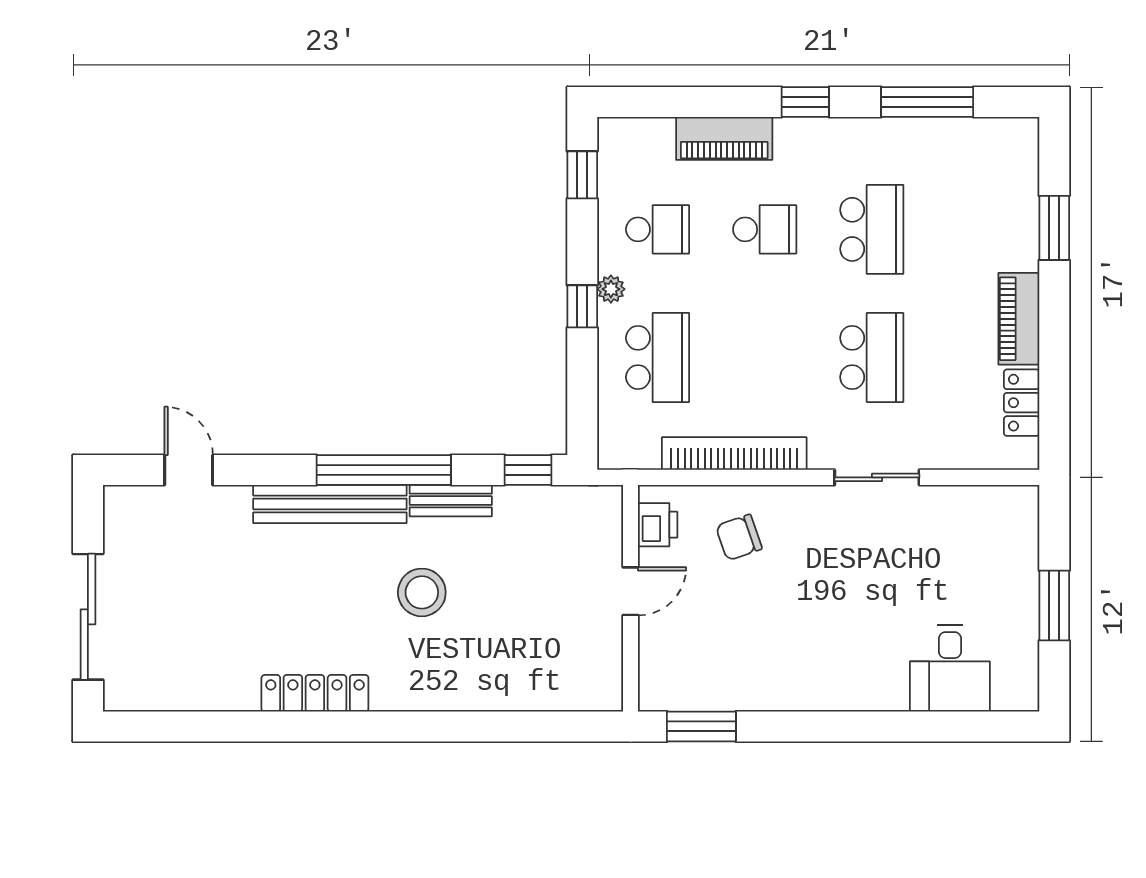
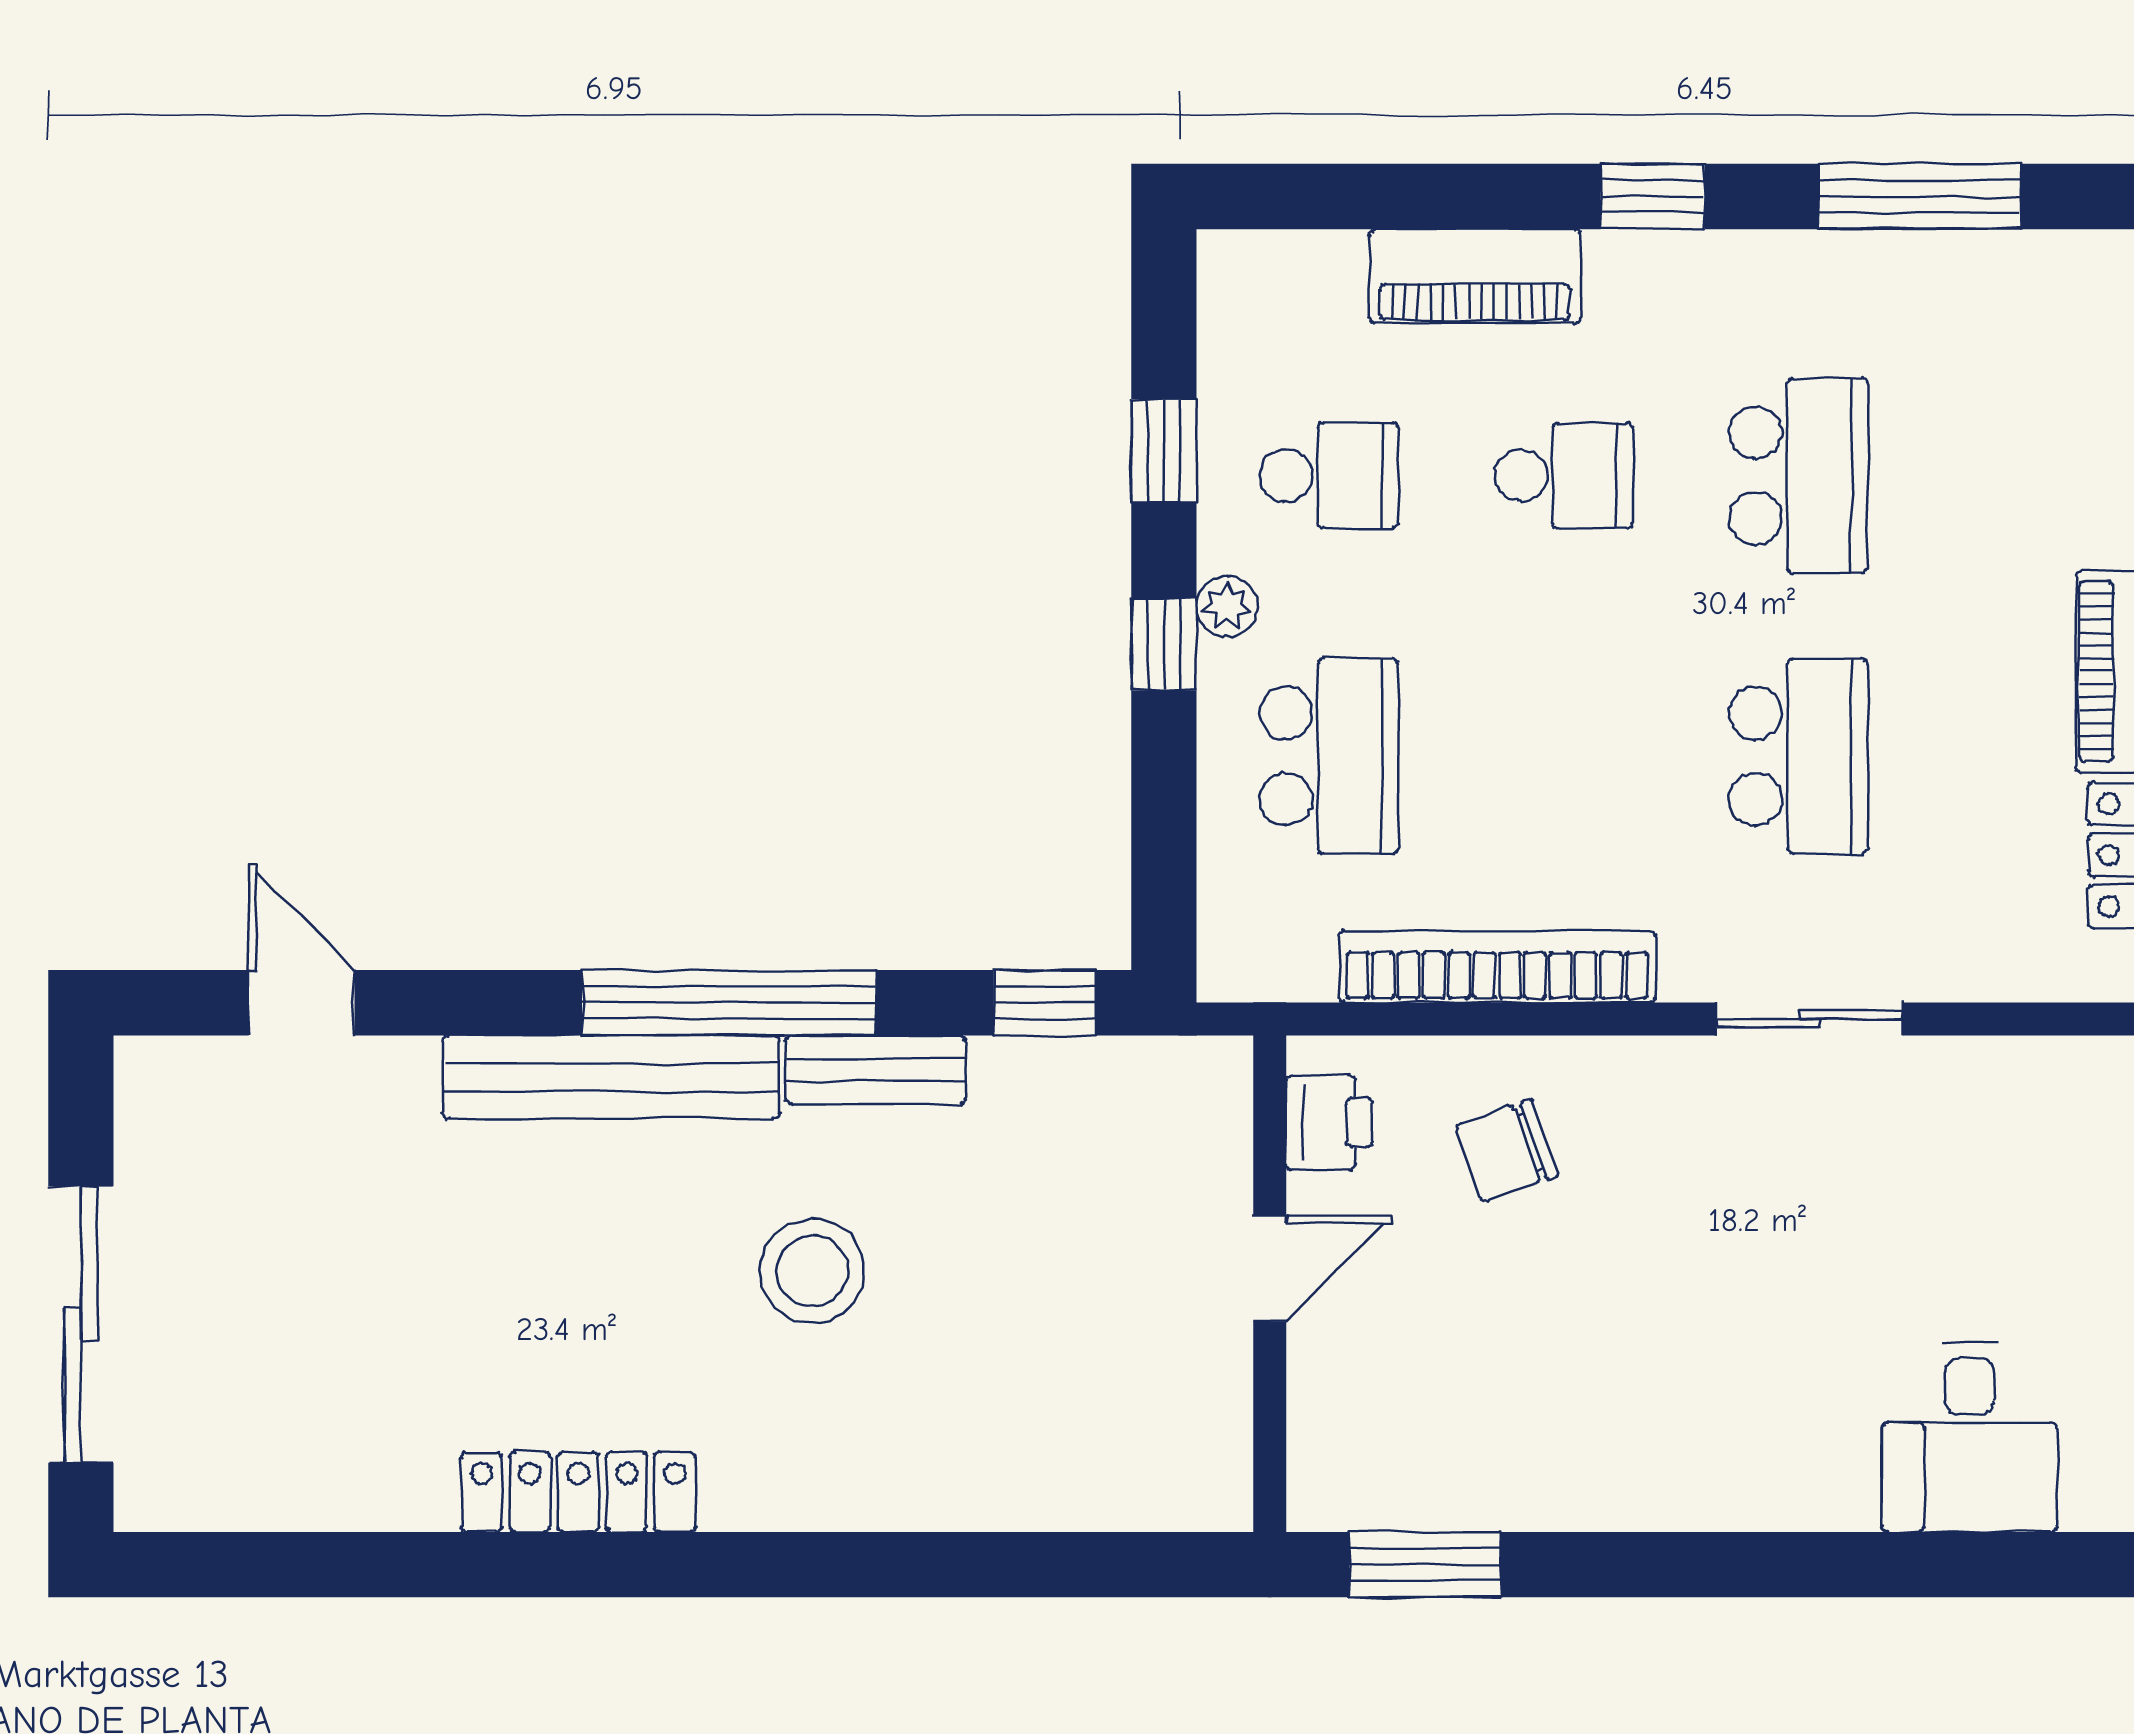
window: (582, 175) -> (1164, 451), moved

